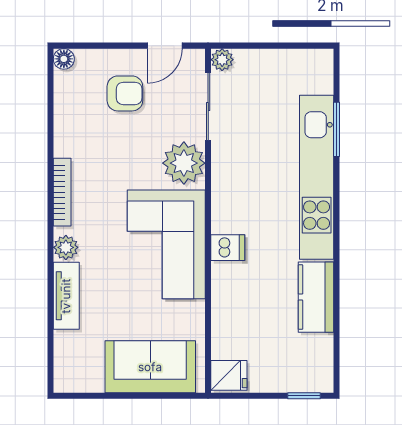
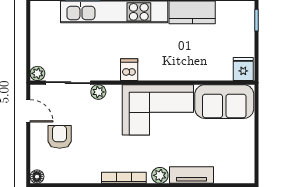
plant: (184, 163) -> (98, 92), width x0.53, depth x0.53
dishwasher: (228, 248) -> (129, 70), moved
sofa: (150, 367) -> (224, 102), moved, turned -90

